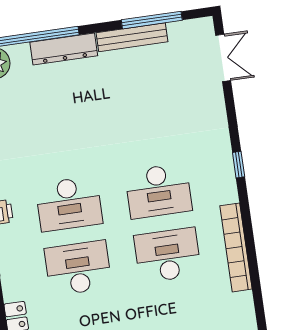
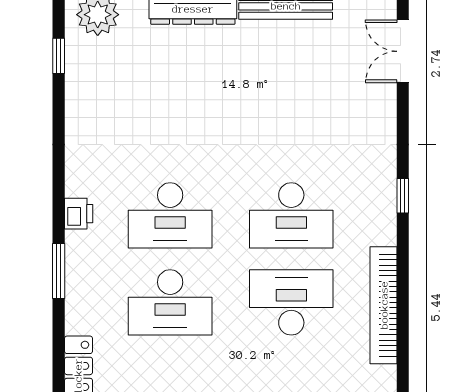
double door: (223, 58) -> (403, 51), swing flipped
desk: (78, 268) -> (170, 302), turned 180

